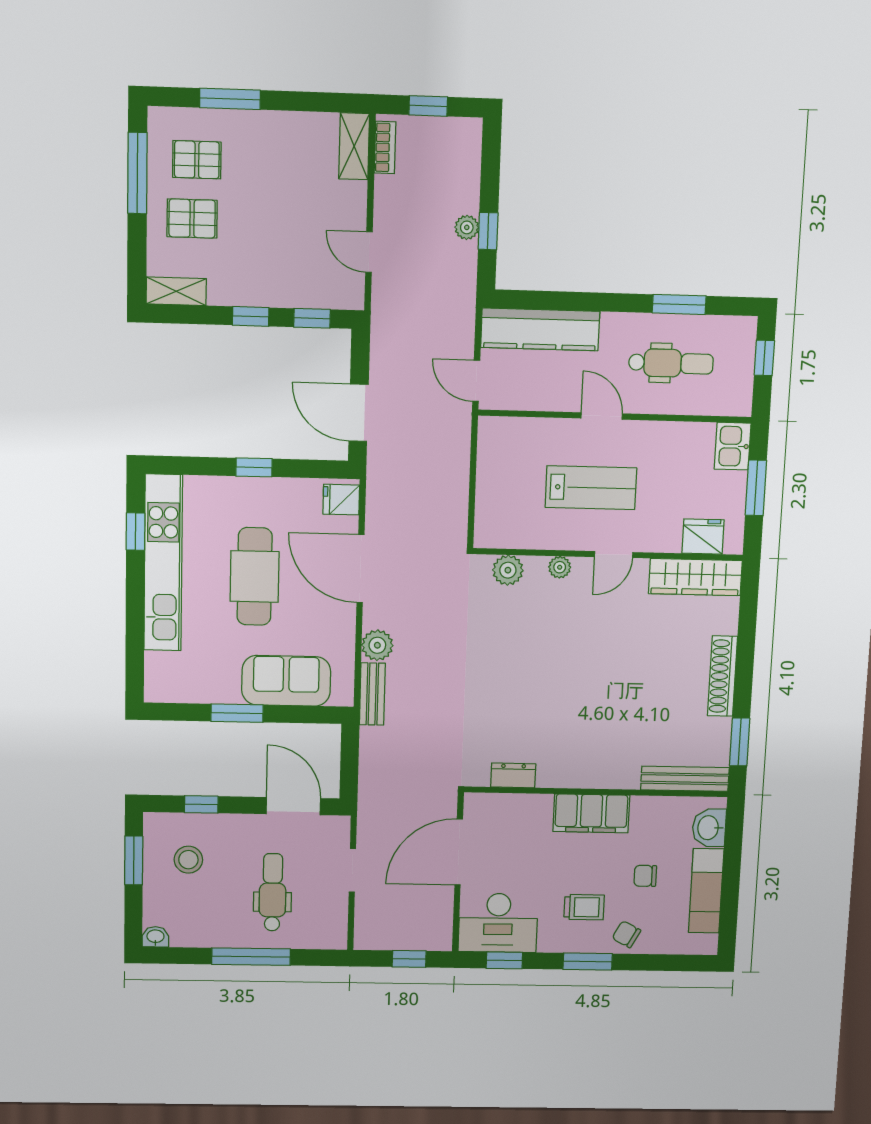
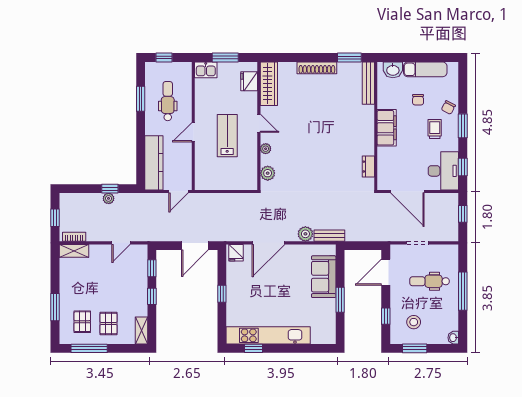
cafe table: (255, 576) -> (274, 293), removed

